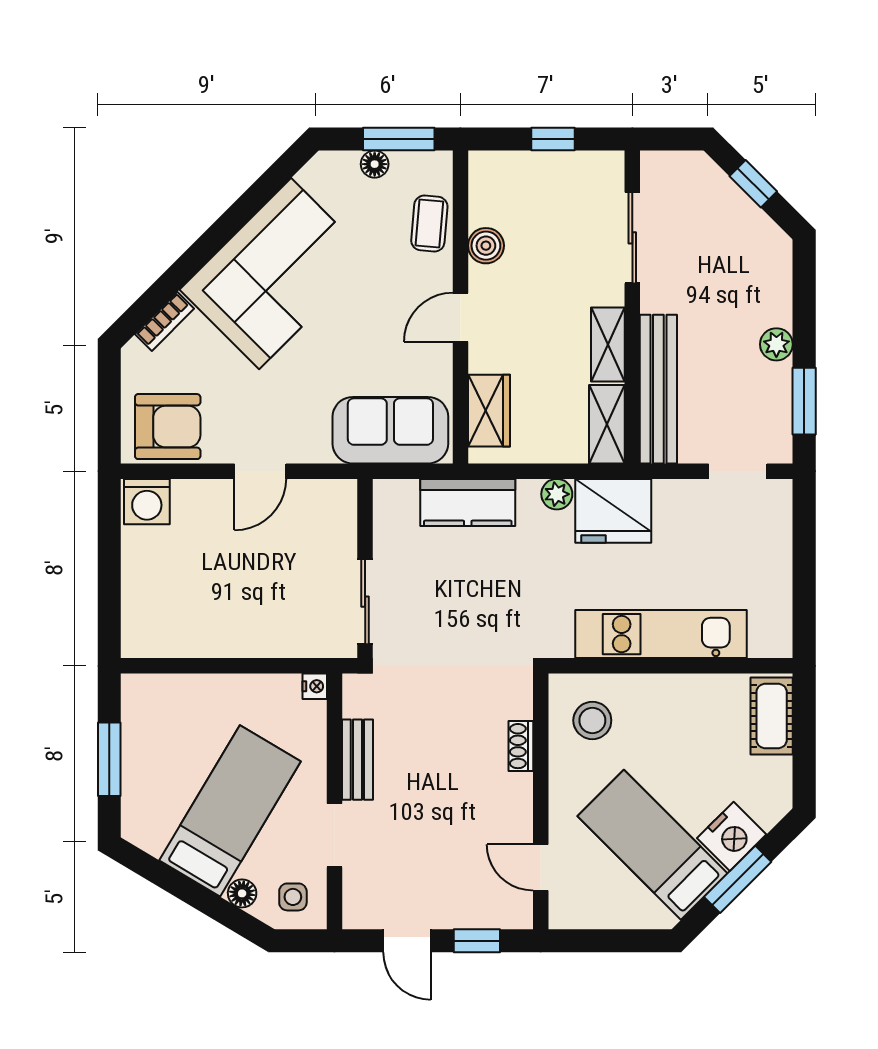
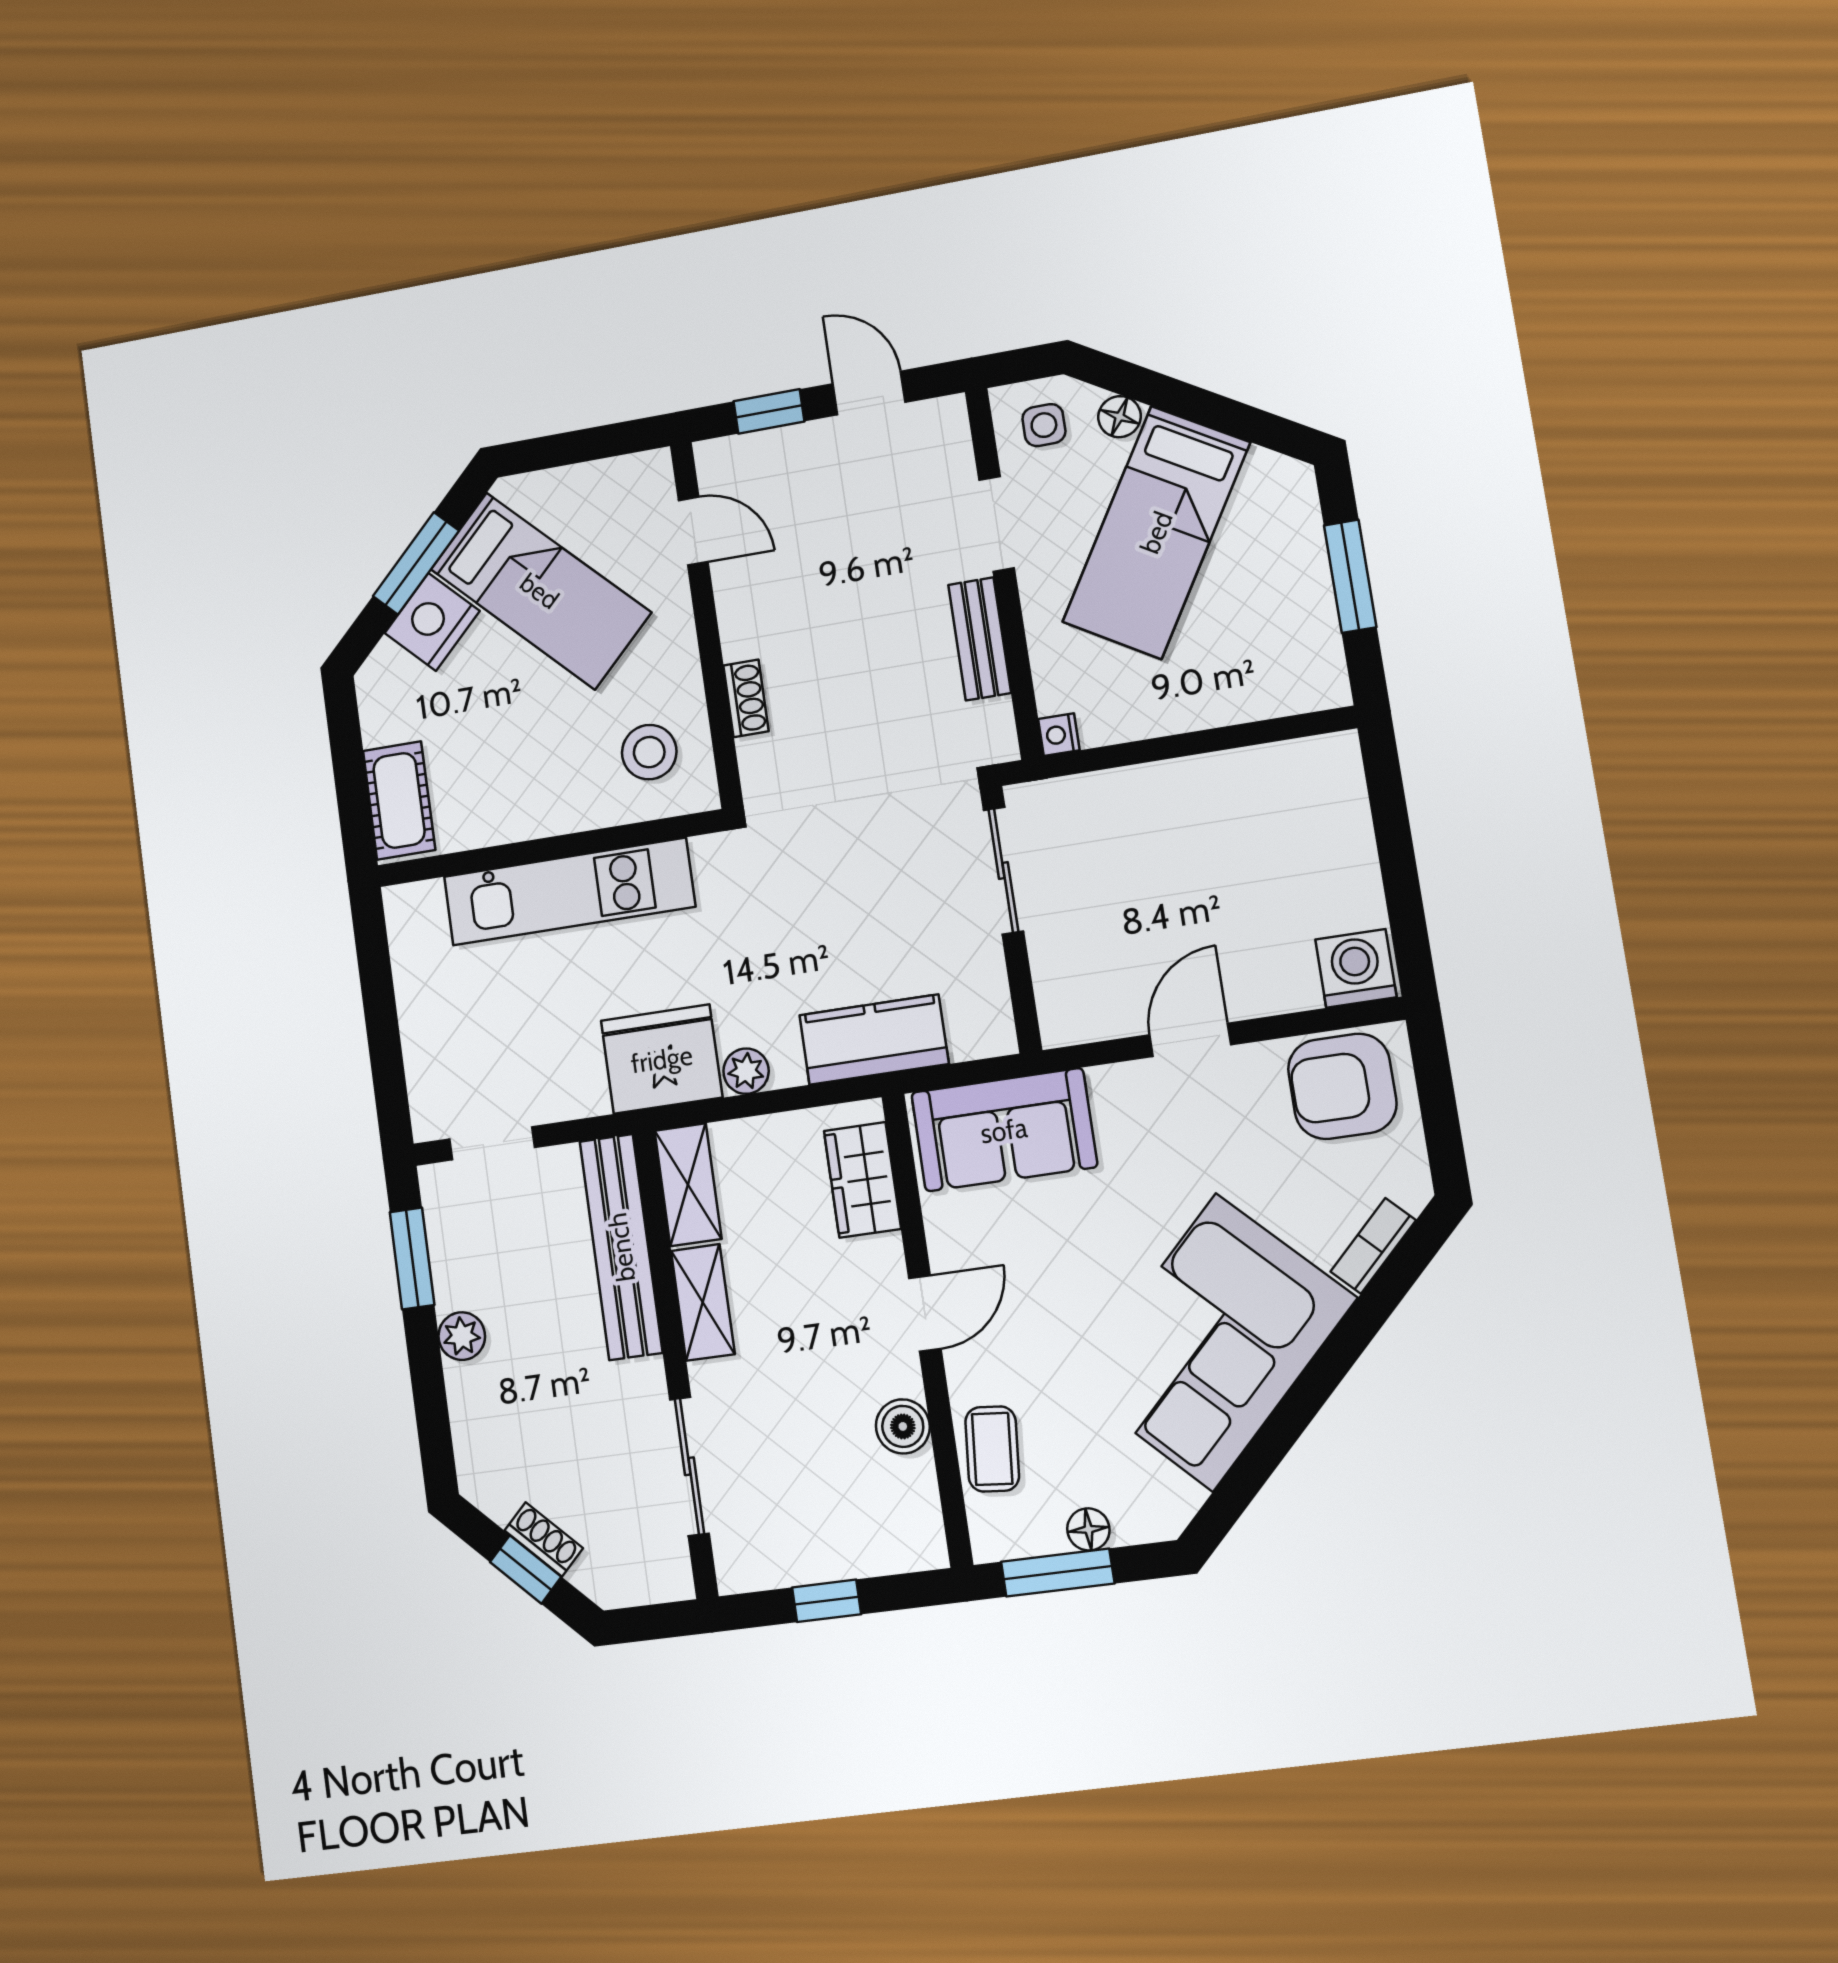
shoe rack: (738, 202) -> (544, 1539), added

